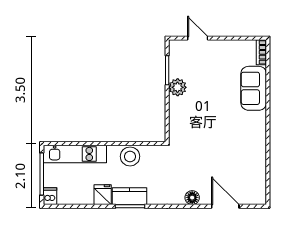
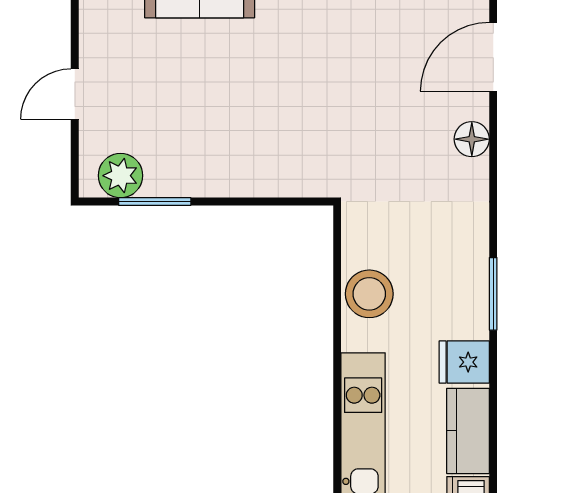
door: (198, 38) -> (75, 94), moved
plant: (178, 87) -> (120, 176), moved
kitchen counter: (129, 196) -> (468, 431), moved

